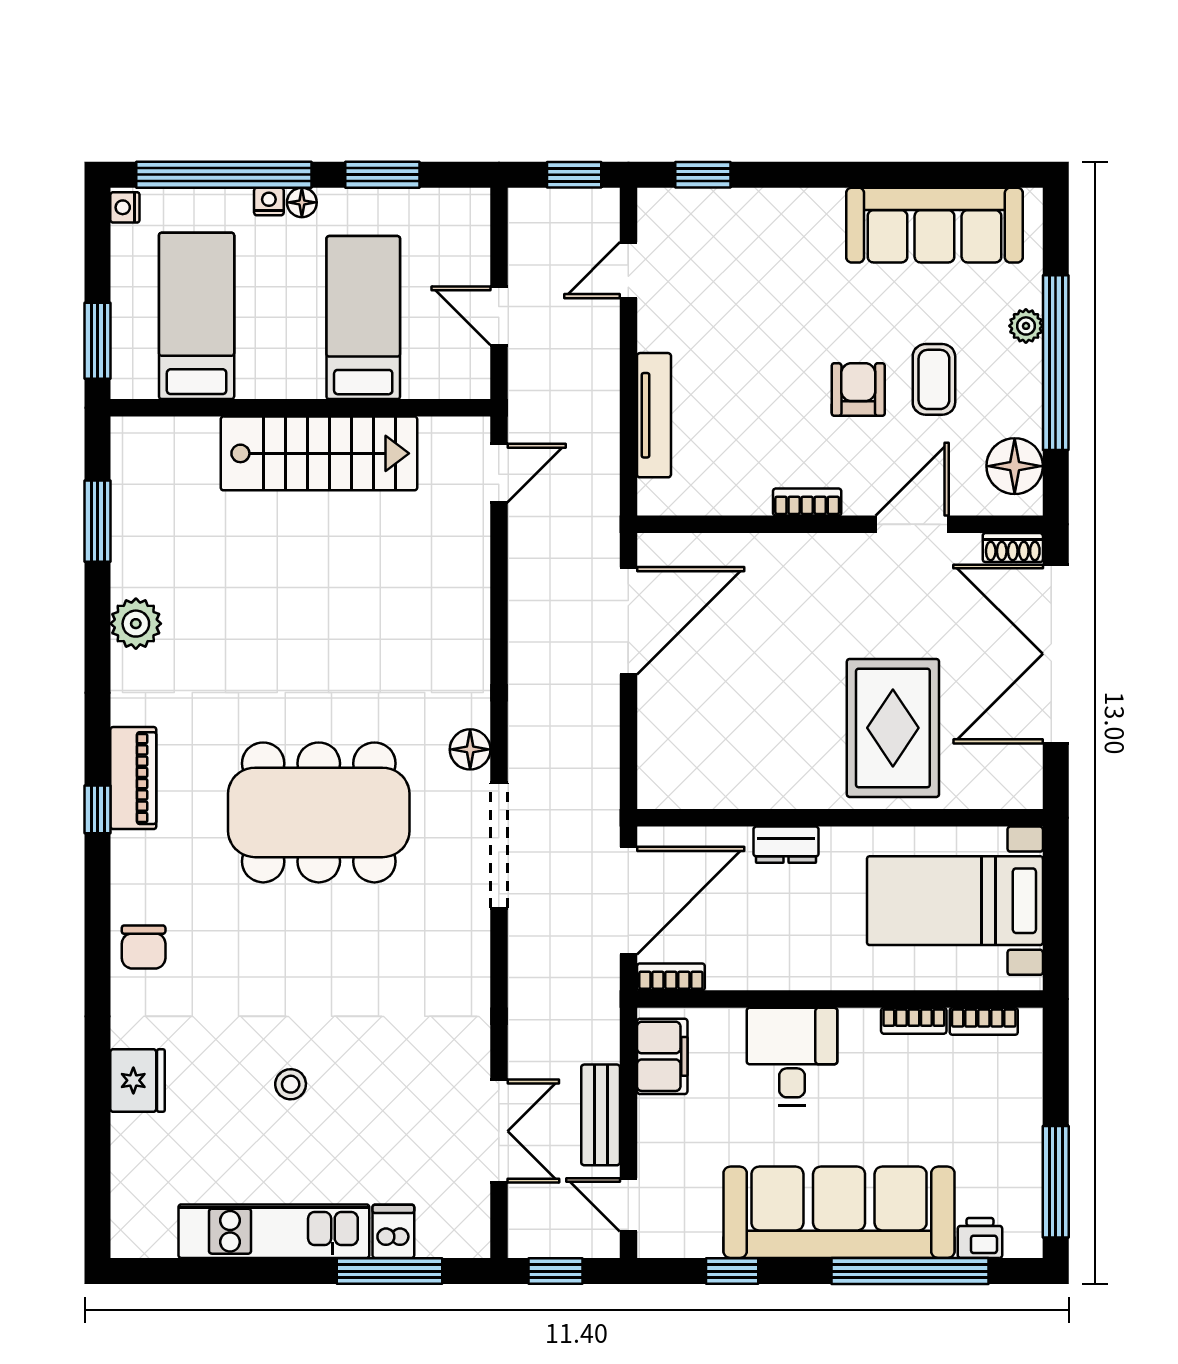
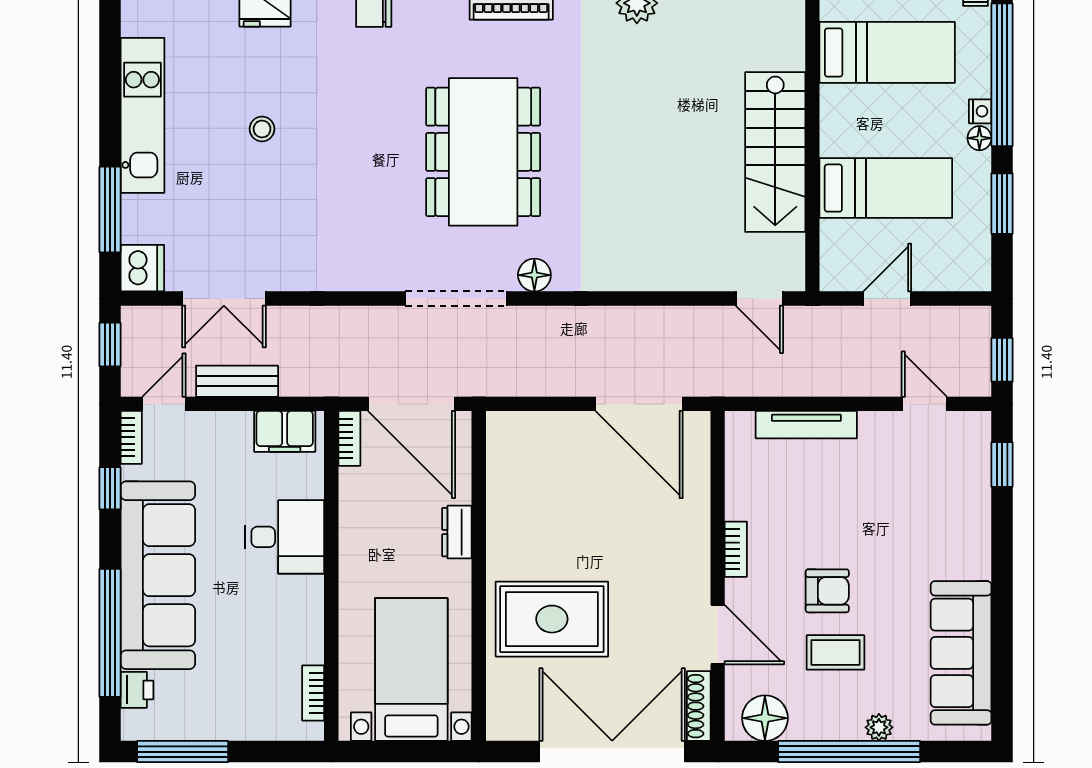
shoe rack: (1013, 548) -> (699, 706), width x1.43
bookcase: (914, 1021) -> (131, 437), moved, turned 180
dishwasher: (393, 1231) -> (142, 268), moved, width x1.38

